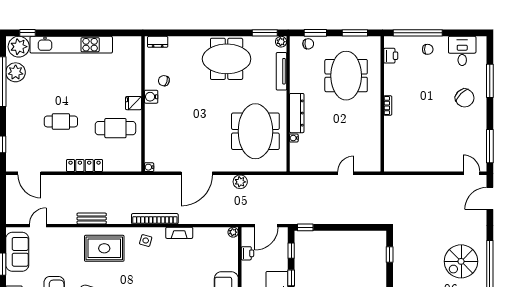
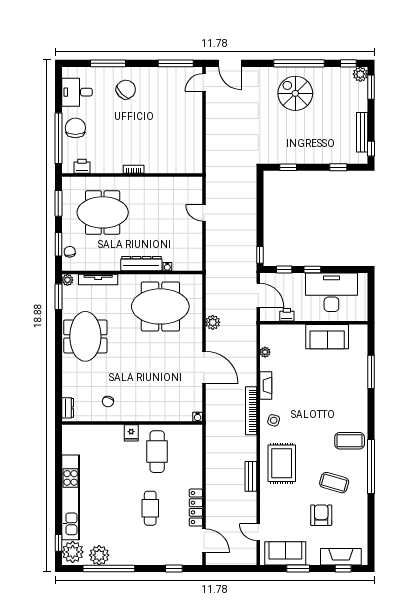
chair: (428, 49) -> (75, 128), width x1.87, depth x1.87
water cooler: (151, 97) -> (124, 415), removed
locker: (85, 166) -> (196, 508), moved
door: (29, 173) -> (204, 541), hinge flipped
plant: (233, 232) -> (265, 352), moved
spiral stairs: (461, 261) -> (295, 93), turned 180

